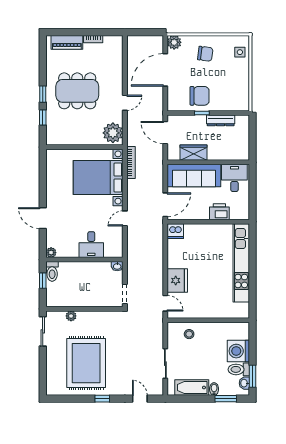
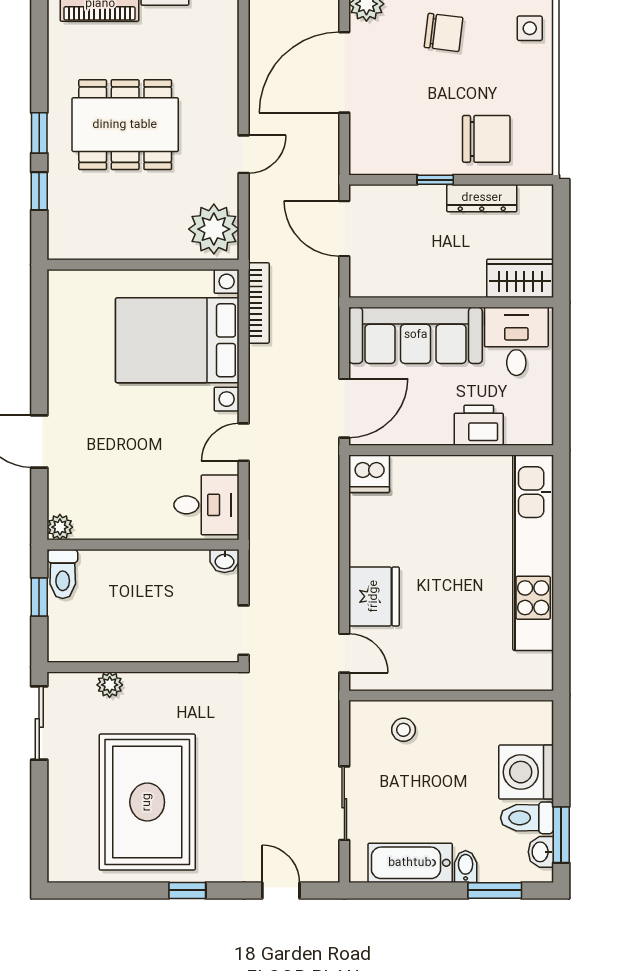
chair: (200, 96) -> (486, 139), moved
wardrobe: (194, 153) -> (520, 278), moved
desk: (91, 245) -> (206, 505), moved, turned -90

